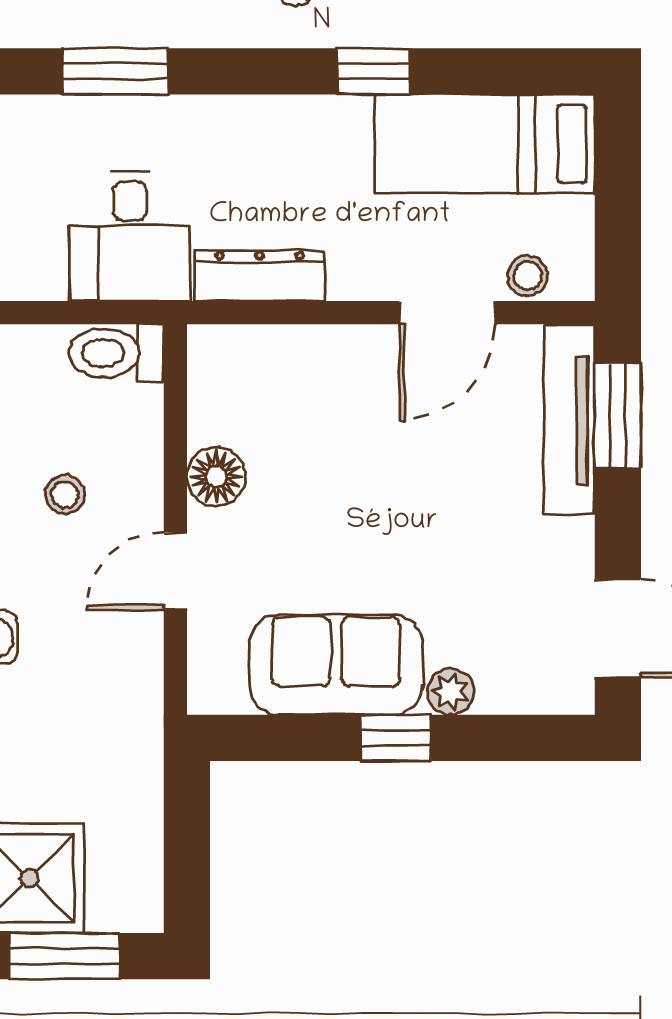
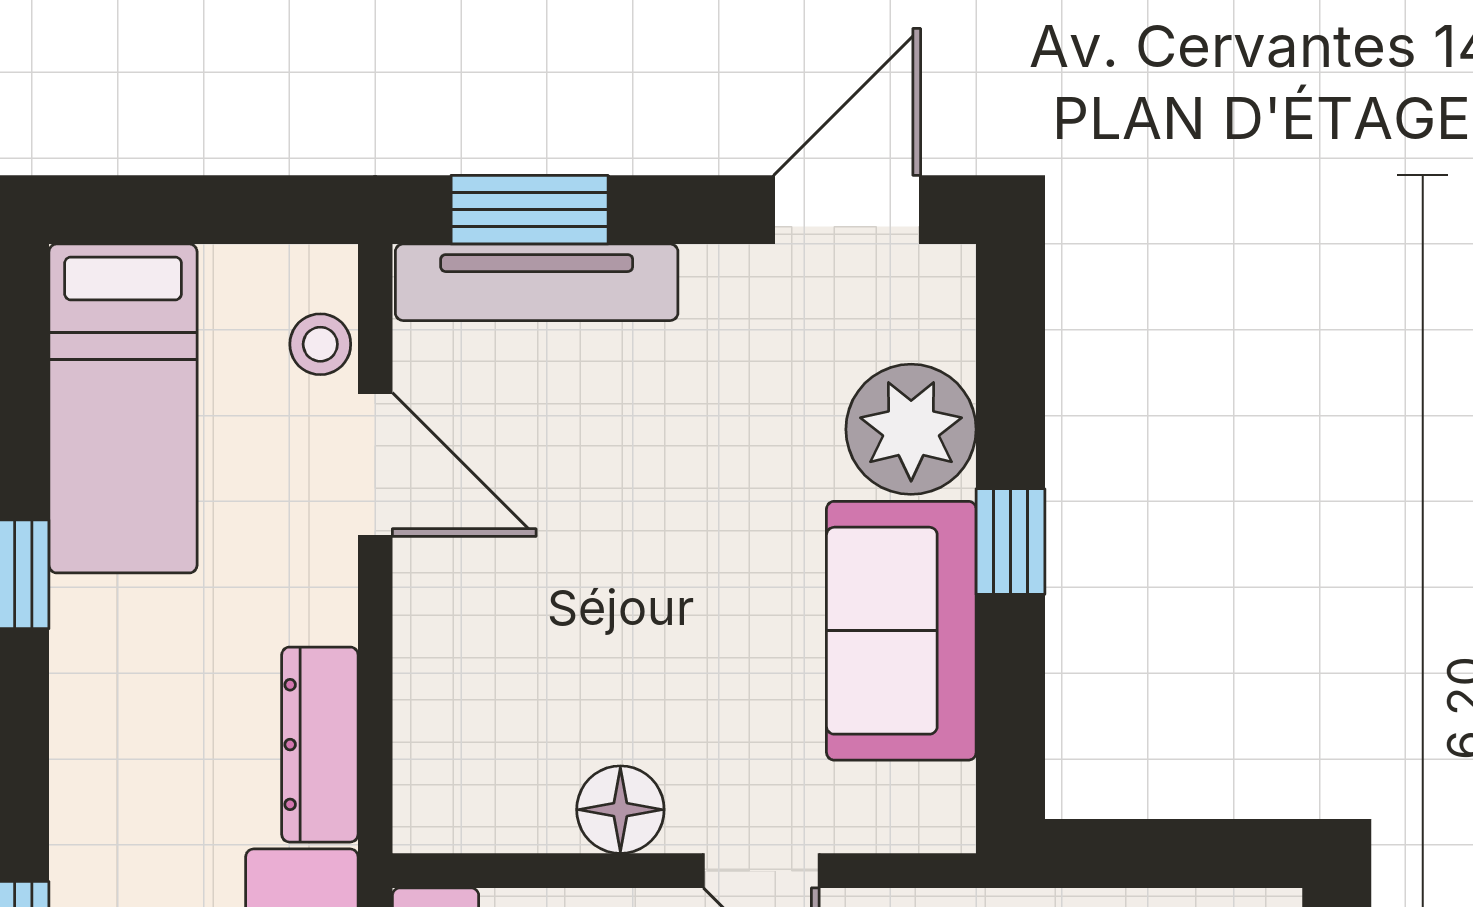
plant: (450, 692) -> (911, 429), width x1.88, depth x1.88

